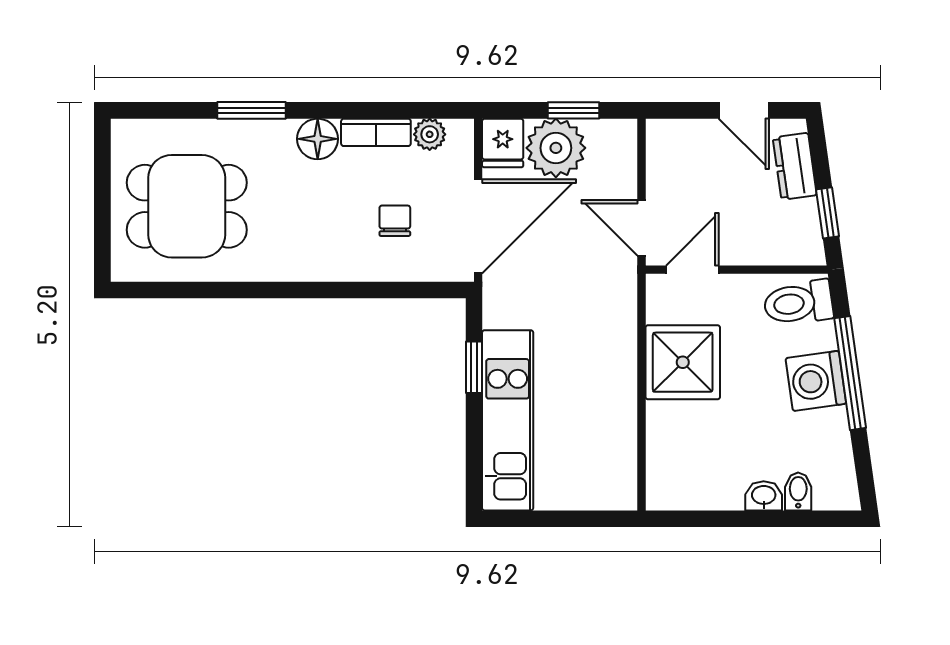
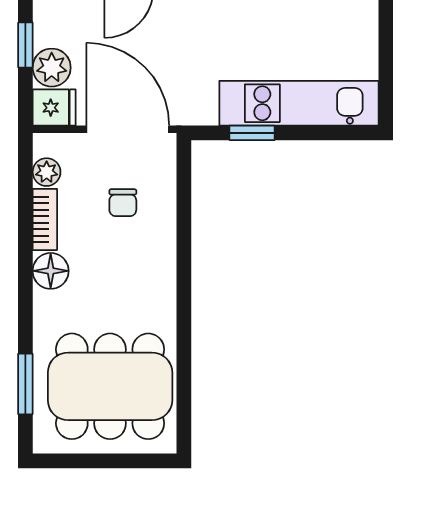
window: (251, 110) -> (25, 384), moved
plant: (556, 148) -> (52, 68), width x0.73, depth x0.73
dining table: (187, 206) -> (110, 386), width x1.38
chair: (395, 221) -> (123, 203), turned -90

